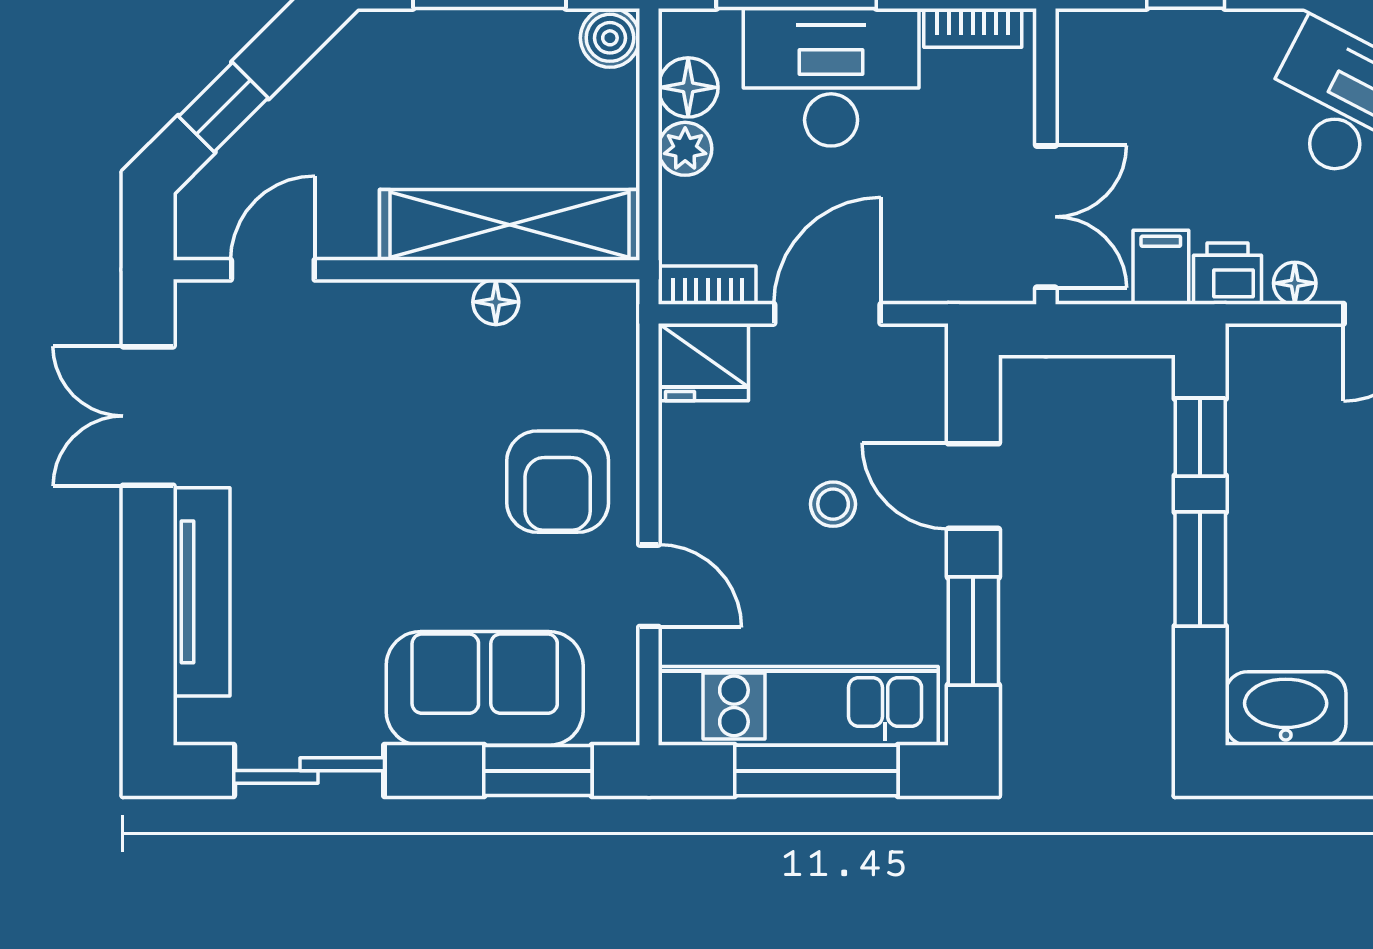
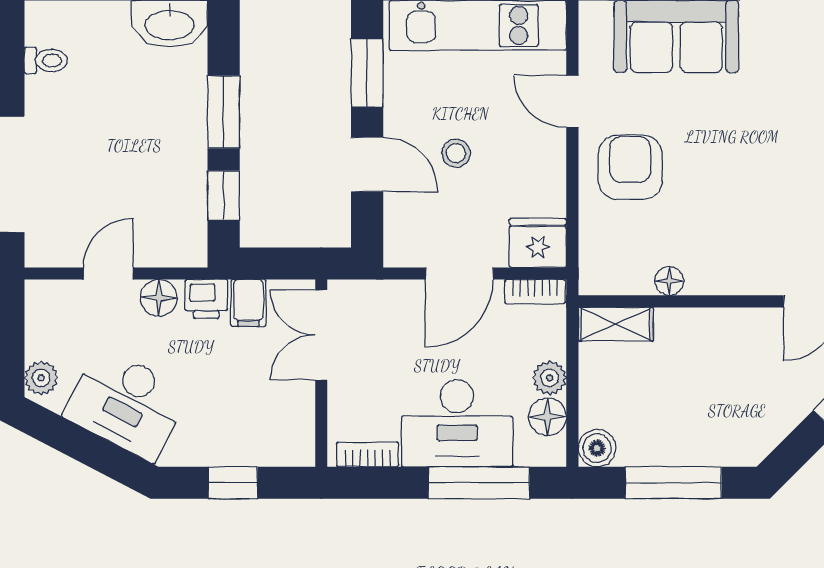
shelving: (510, 225) -> (616, 324), width x0.45, depth x0.75
floor lamp: (1295, 283) -> (159, 298), width x1.37, depth x1.37

